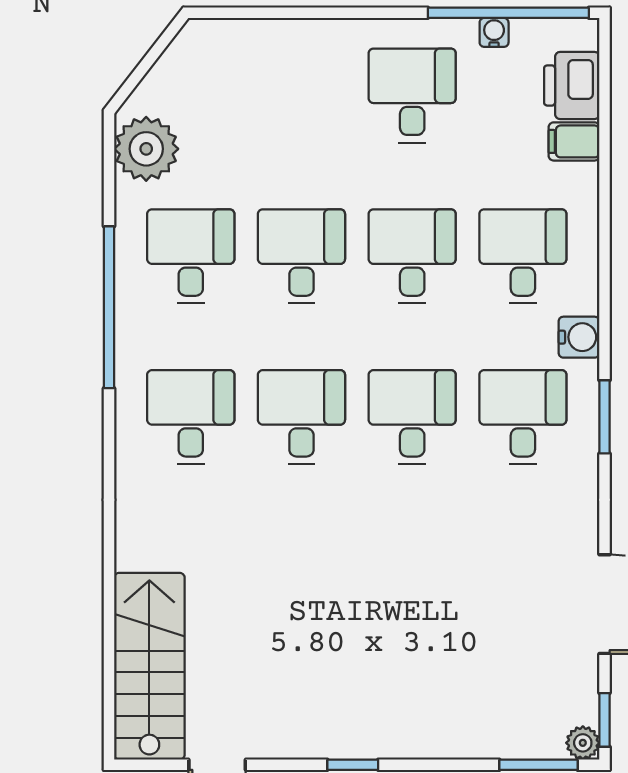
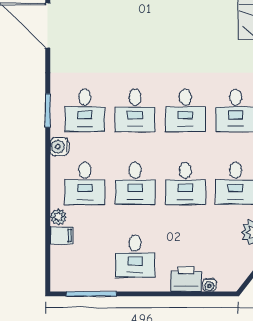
window: (508, 13) -> (91, 294), width x0.68
water cooler: (494, 32) -> (209, 285), moved
printer: (572, 85) -> (186, 279), moved, turned -90
plant: (581, 182) -> (58, 217), added

